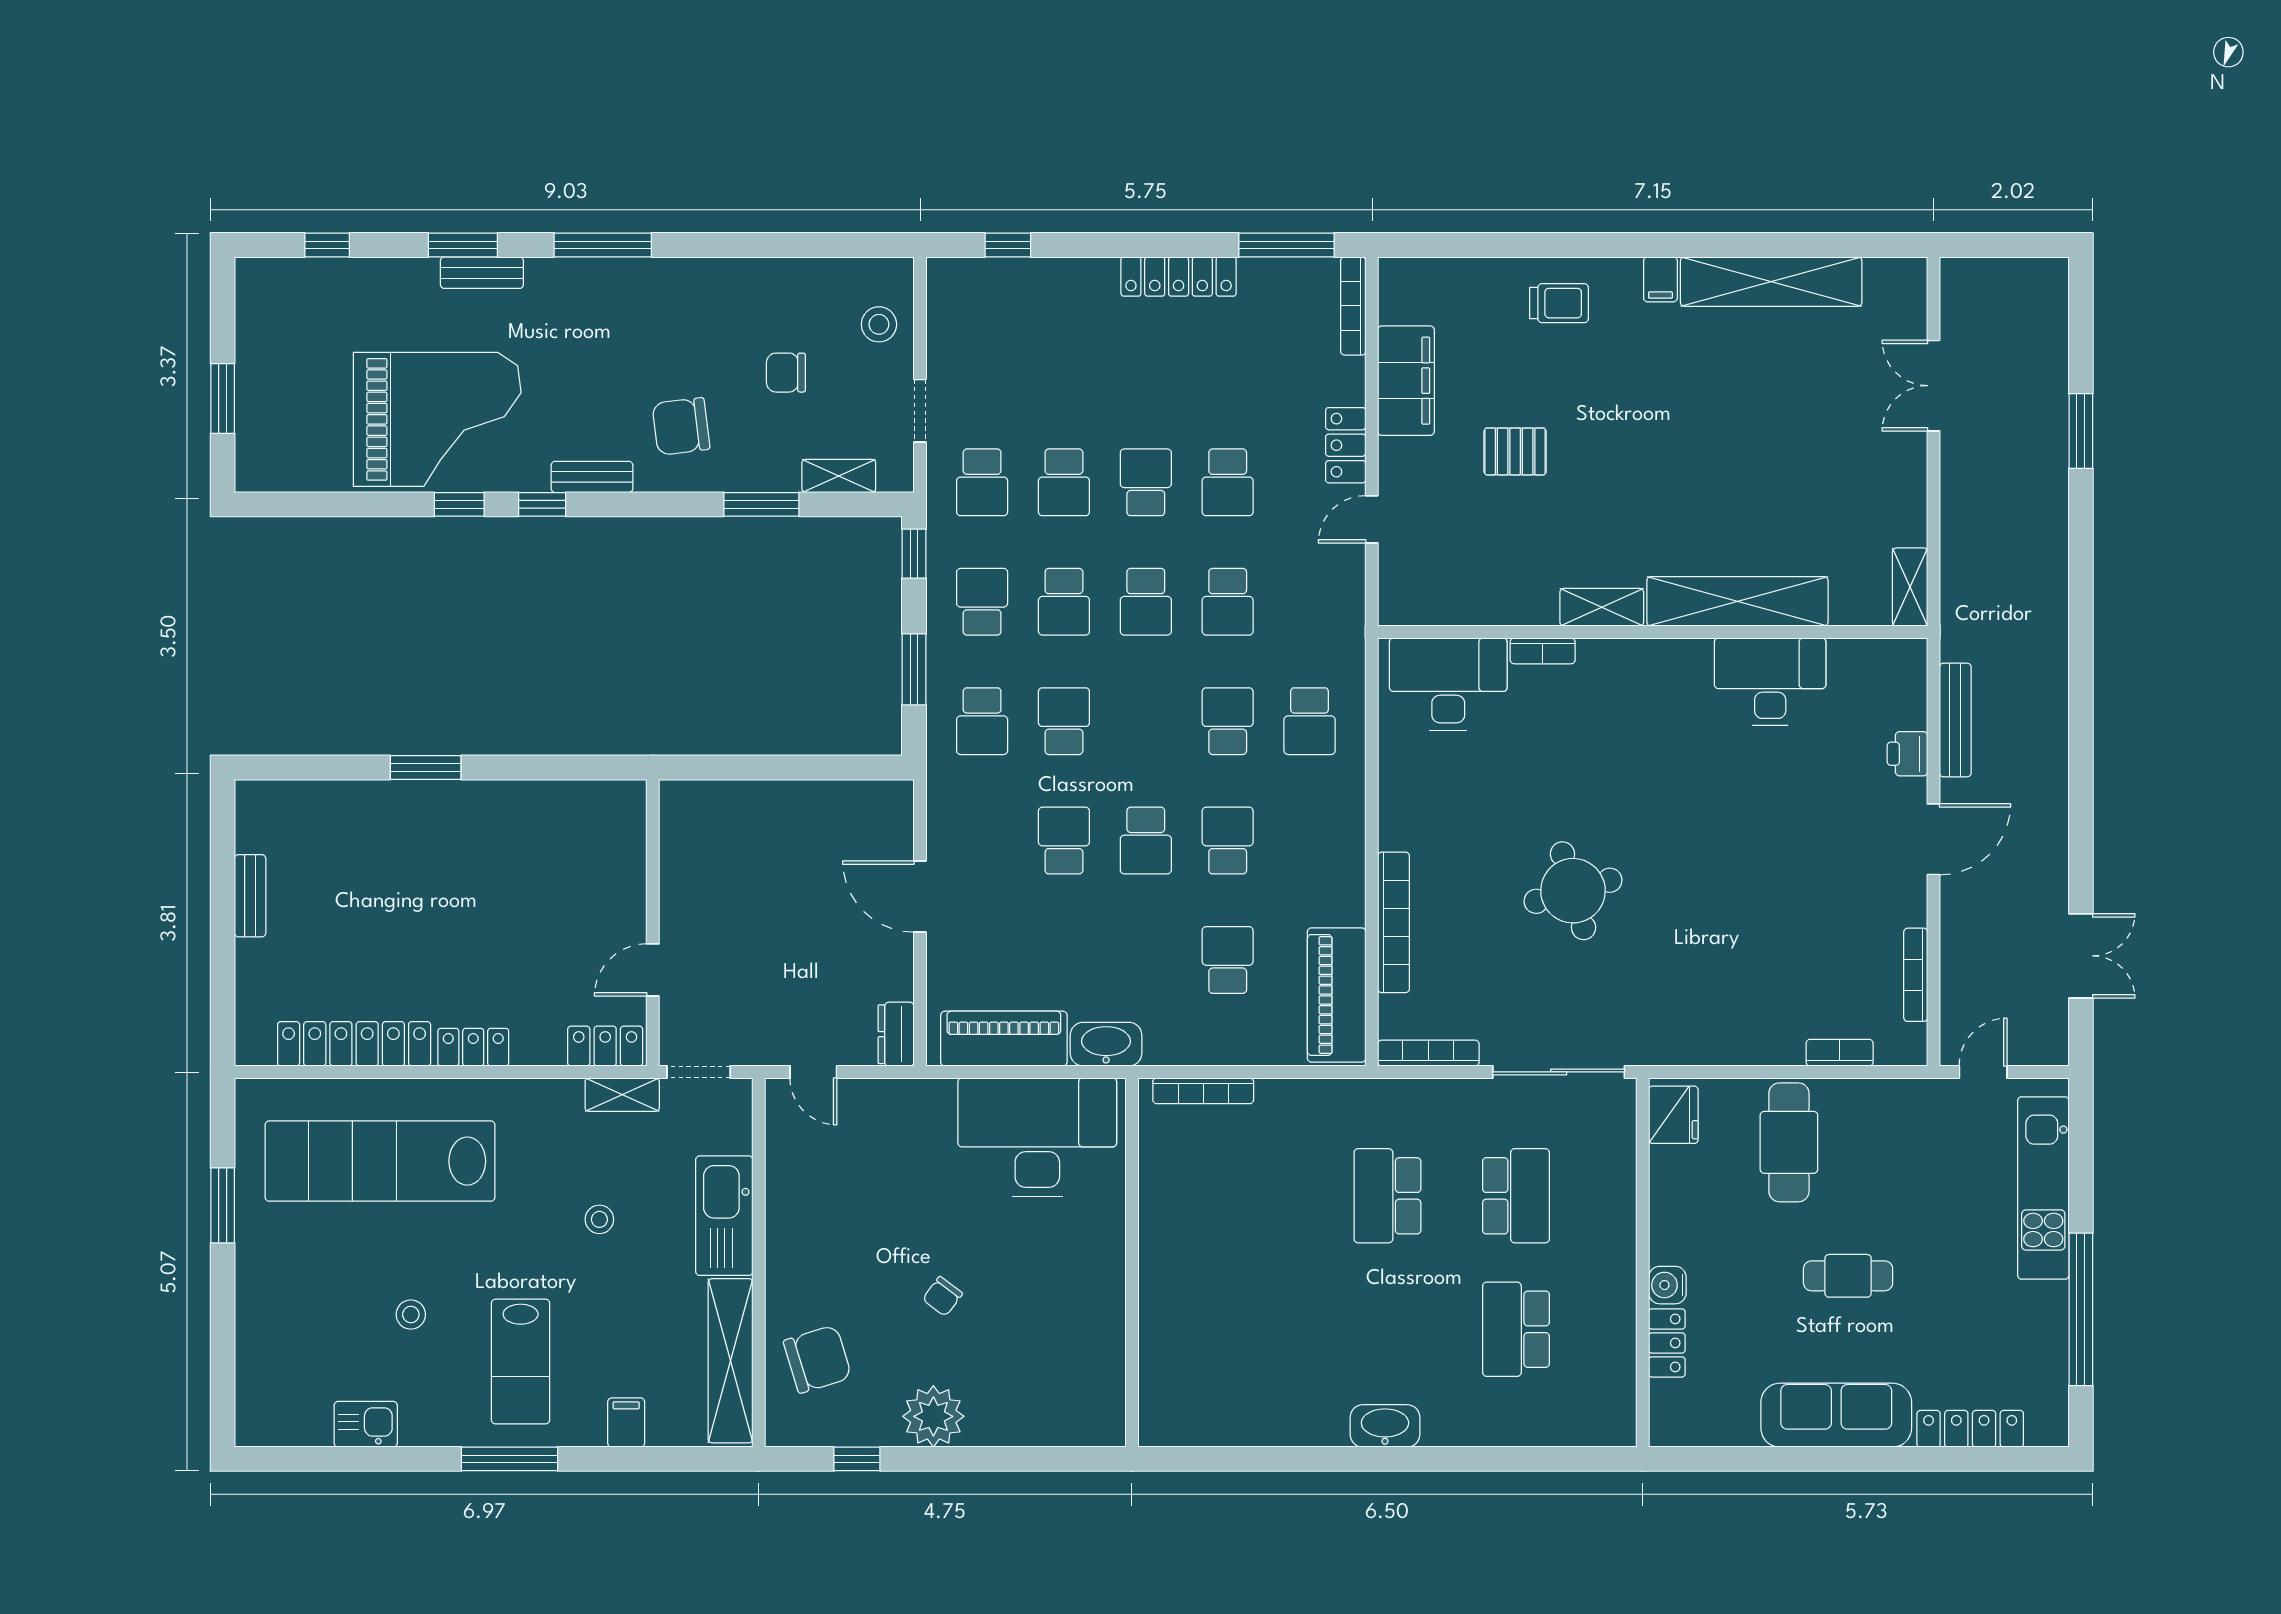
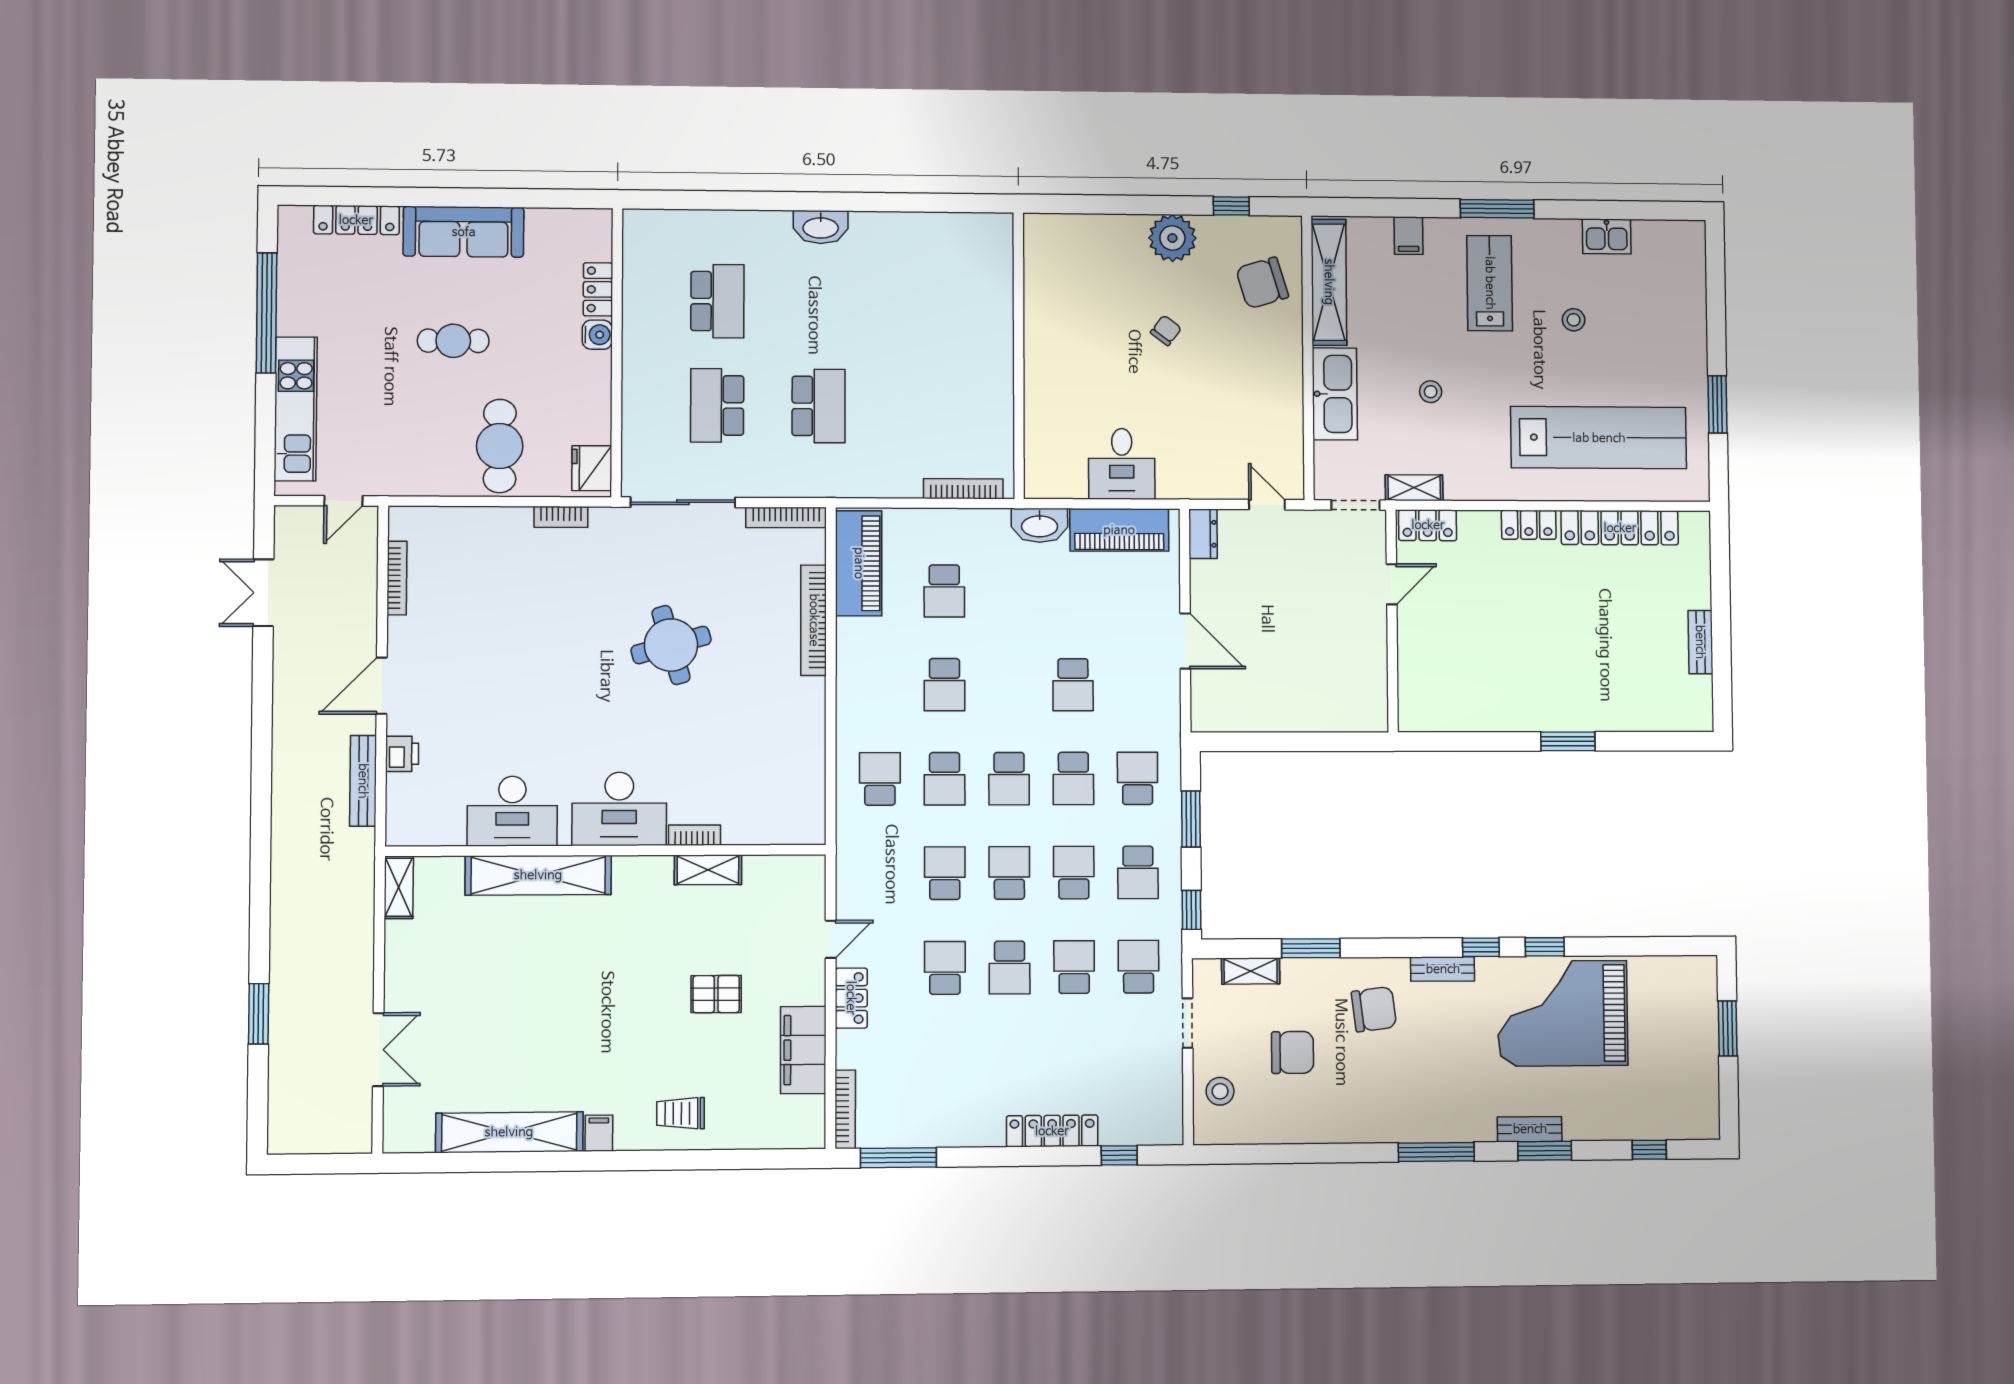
locker: (1179, 276) -> (1052, 1131), moved
chair: (786, 373) -> (1293, 1052), width x1.37, depth x1.37
shelving: (1602, 607) -> (708, 870), moved
desk: (1448, 684) -> (619, 809), moved
school desk: (1146, 841) -> (1009, 779), moved, turned 180
bookcase: (1840, 1053) -> (561, 517), moved
desk: (1037, 1137) -> (1122, 464), width x0.53, depth x0.77

